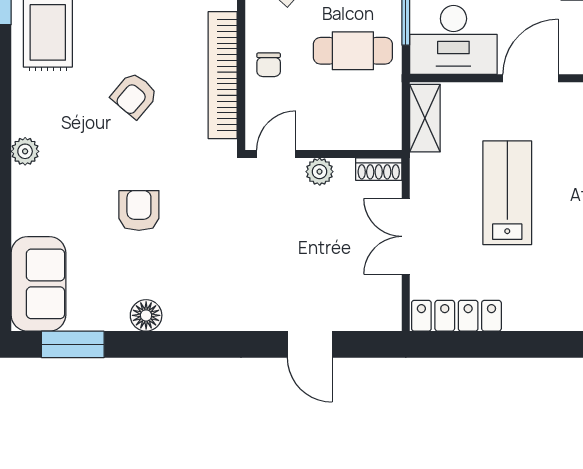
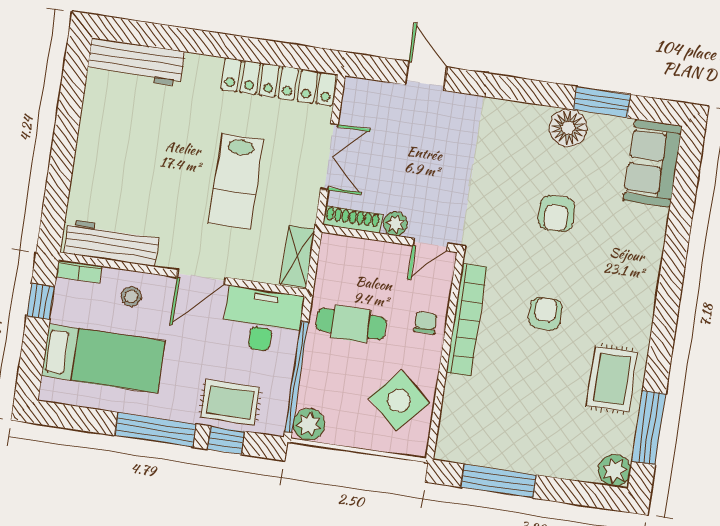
armchair: (134, 95) -> (545, 314), turned -40
plant: (25, 151) -> (647, 279), removed
shoe rack: (379, 169) -> (353, 220), width x1.43
floor lamp: (146, 315) -> (568, 128), width x1.38, depth x1.38
locker: (456, 316) -> (279, 82), width x1.41, depth x1.21
window: (73, 344) -> (602, 102), moved

